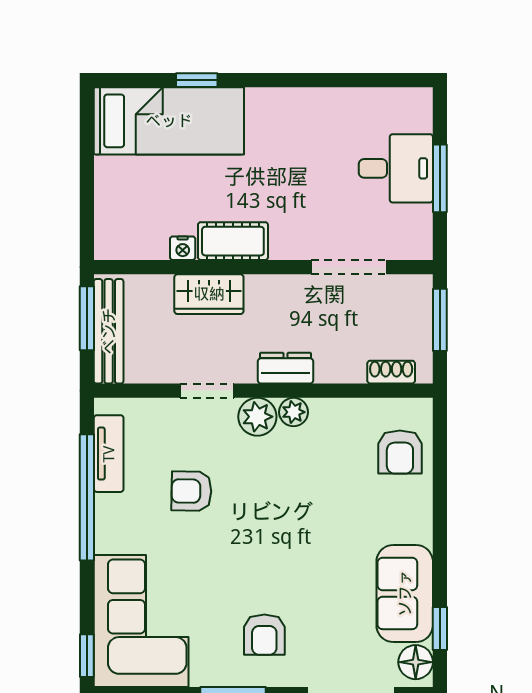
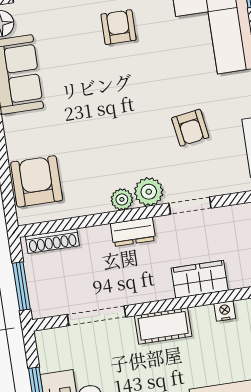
cot: (233, 241) -> (163, 326), moved
shoe rack: (391, 372) -> (52, 241), width x1.43
armchair: (400, 452) -> (37, 181), width x1.38, depth x1.38
armchair: (191, 491) -> (190, 128), turned 80

